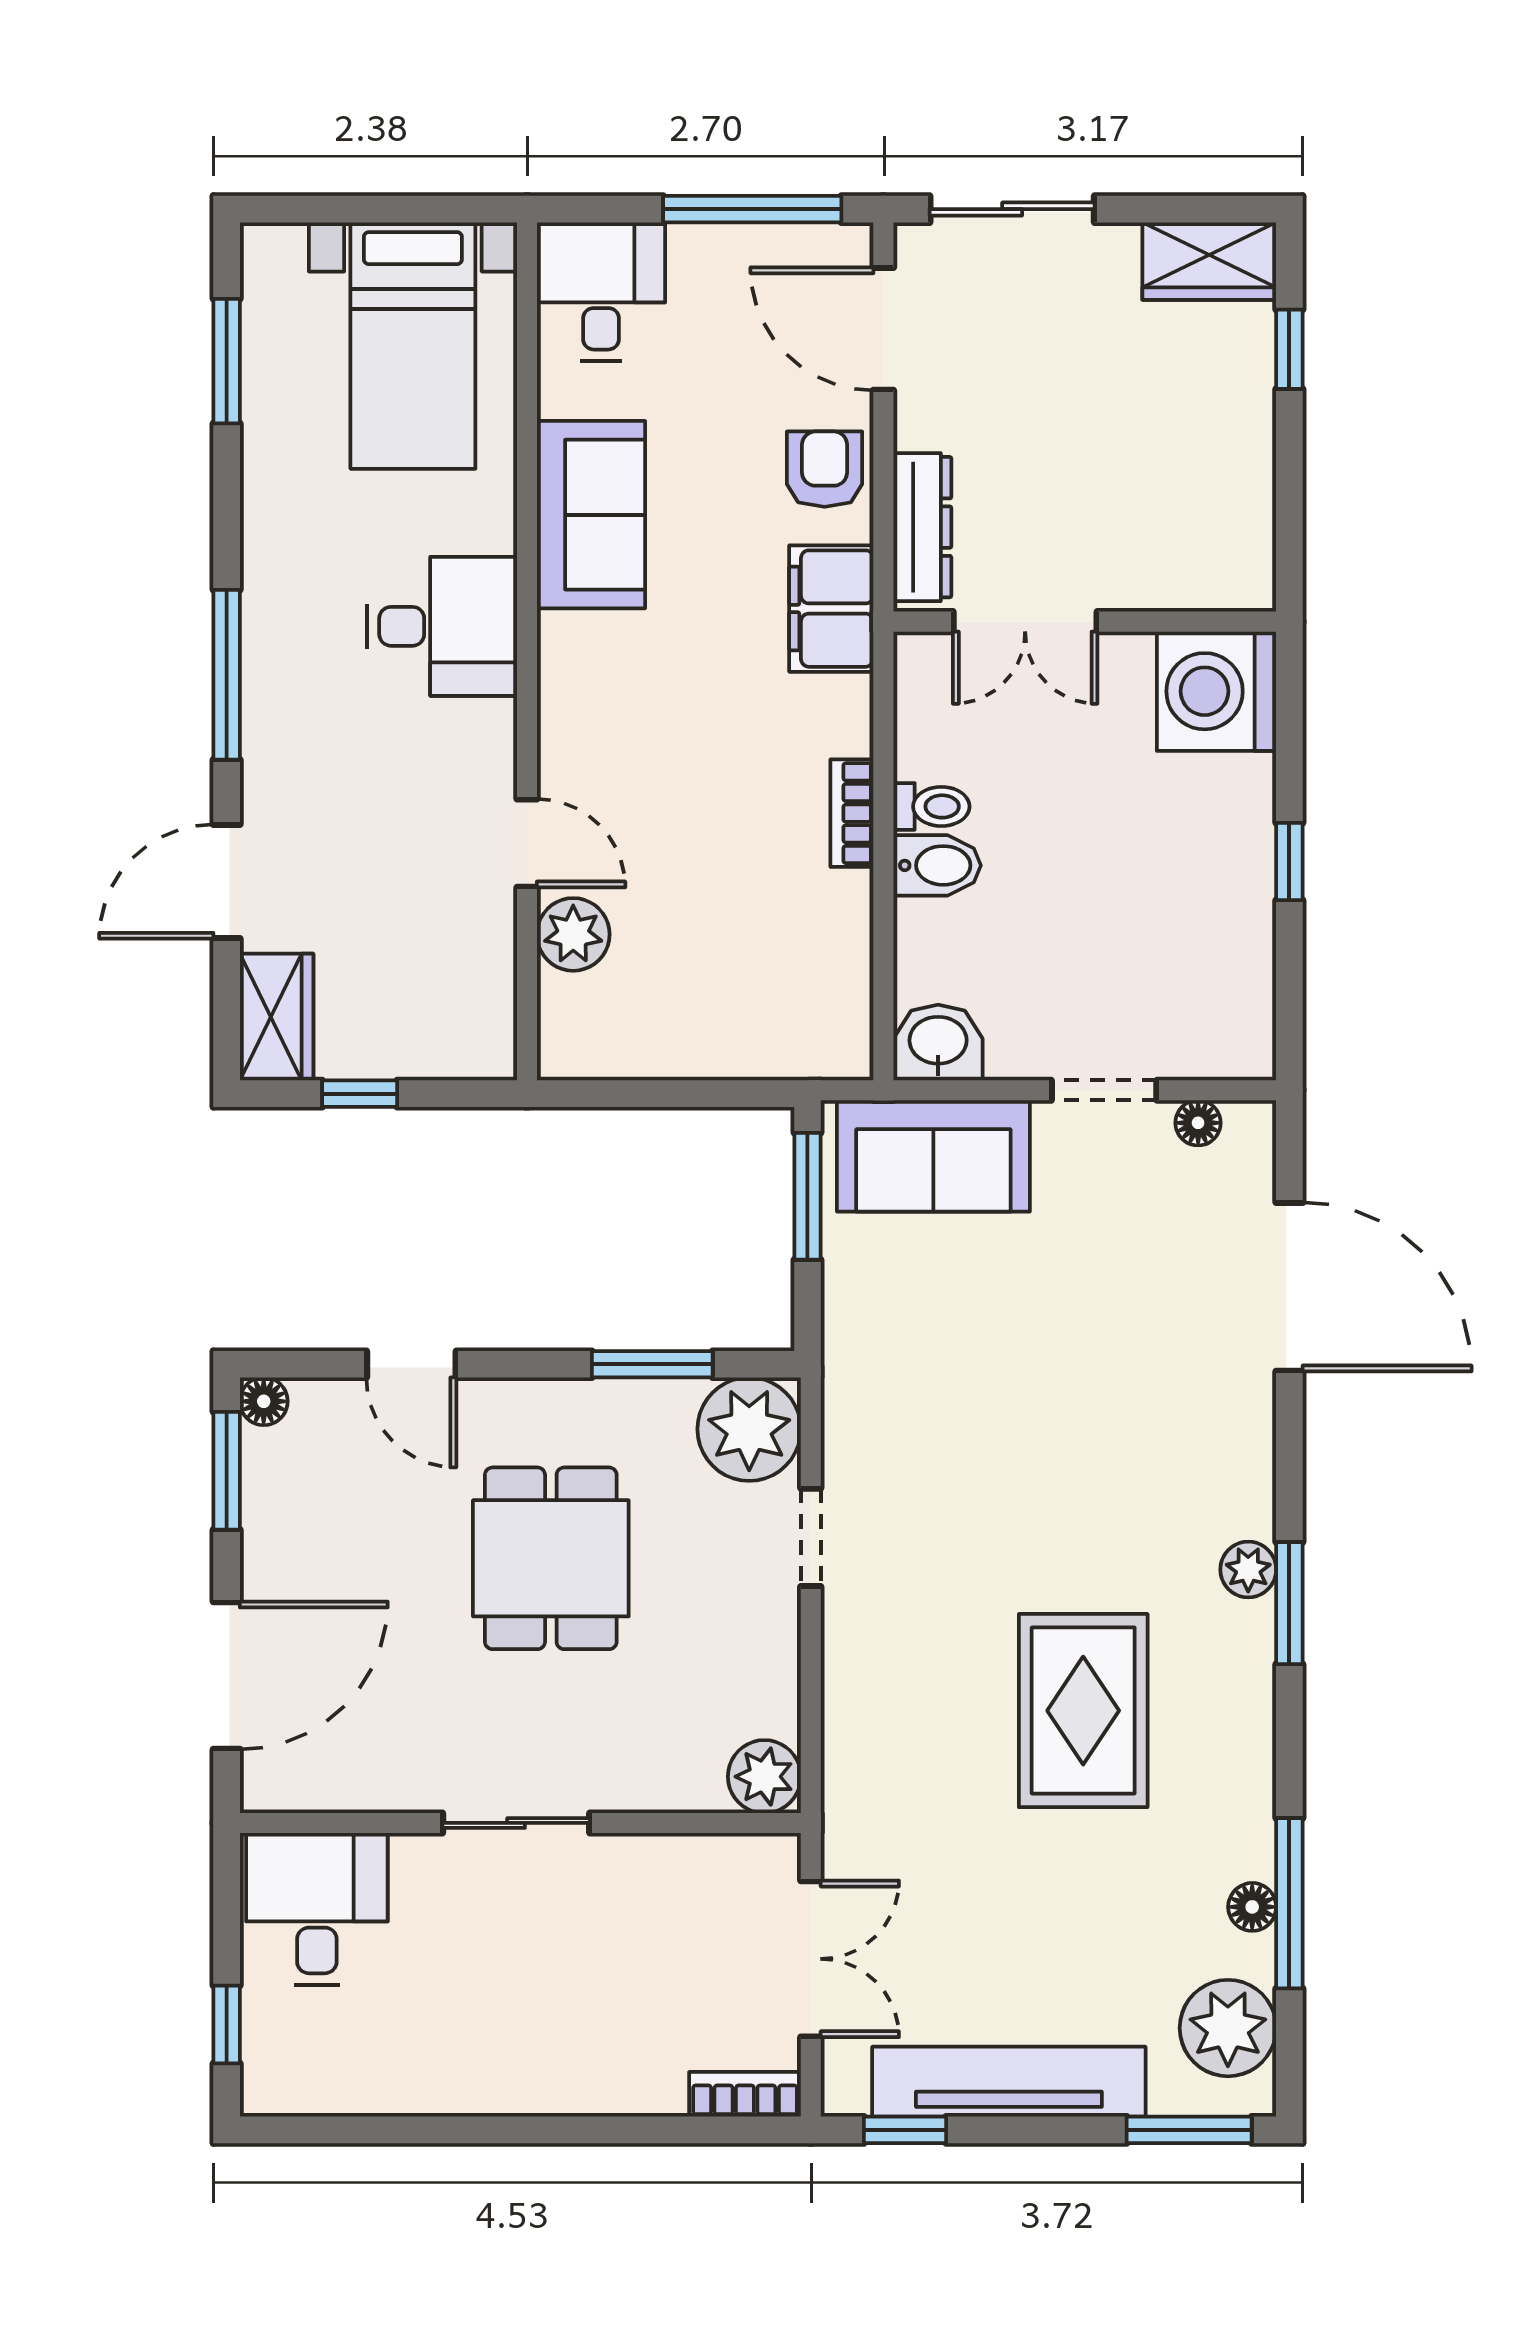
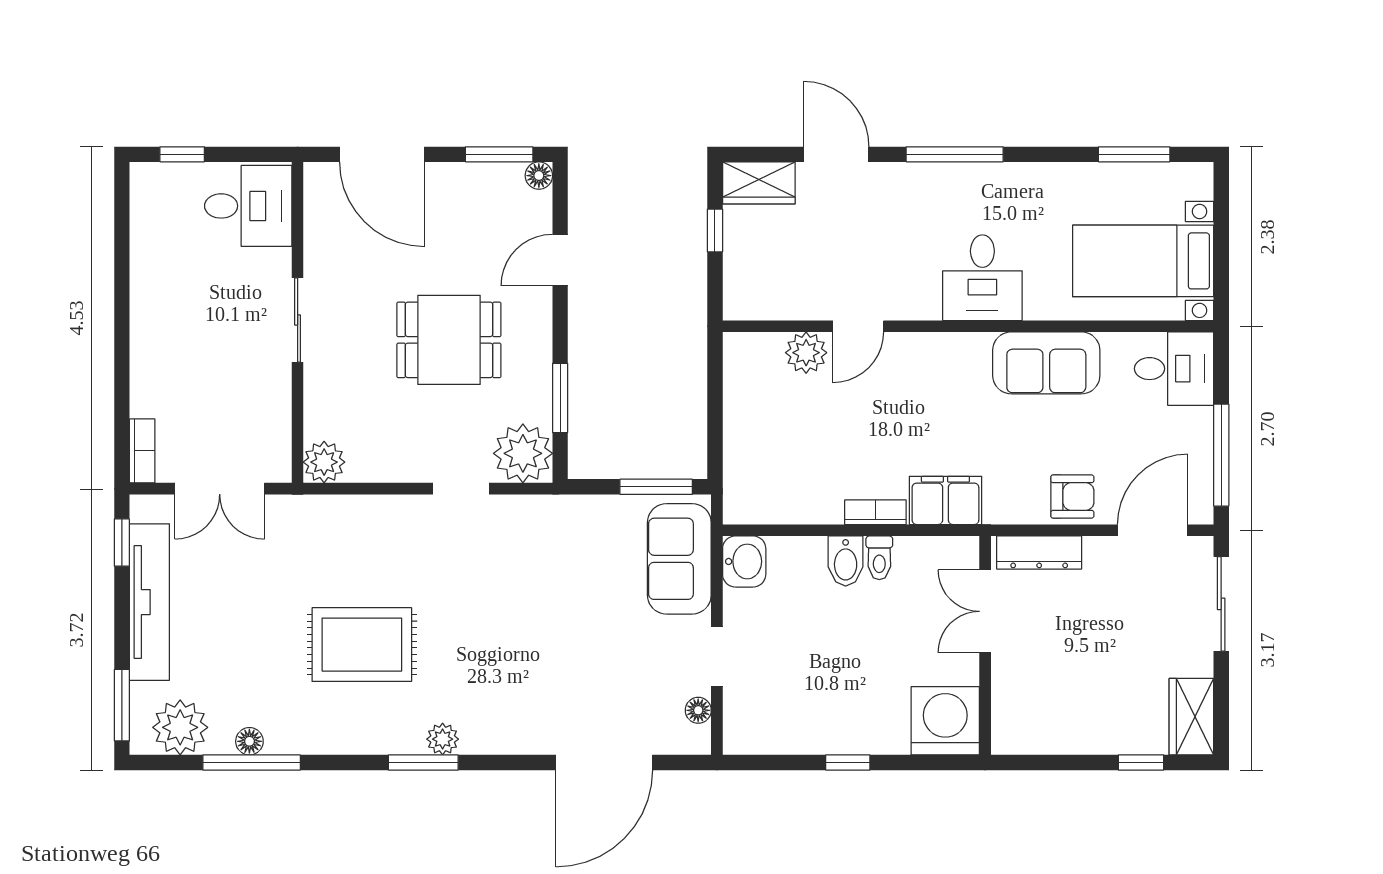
filing cabinet: (831, 609) -> (945, 500), moved

